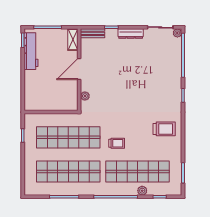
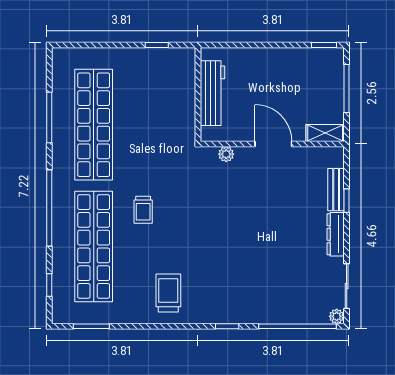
bench: (93, 33) -> (336, 190), moved
workbench: (31, 51) -> (213, 93), moved, turned -90
trolley: (164, 129) -> (168, 293), turned 180
shop shelf: (68, 137) -> (154, 125), removed
plant: (142, 191) -> (60, 255), removed

